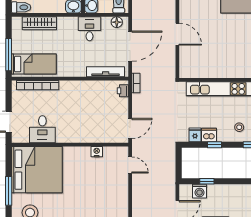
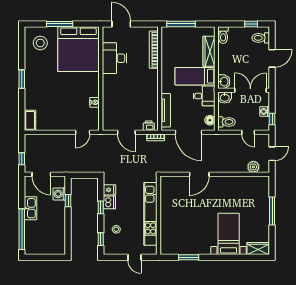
bed: (34, 64) -> (195, 76), moved, turned 90
desk: (42, 129) -> (114, 58), width x1.37
door: (130, 129) -> (126, 132), moved

